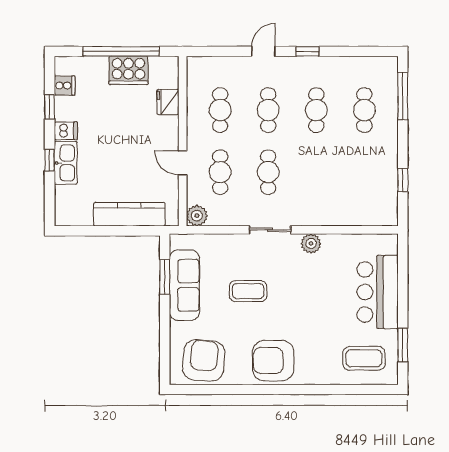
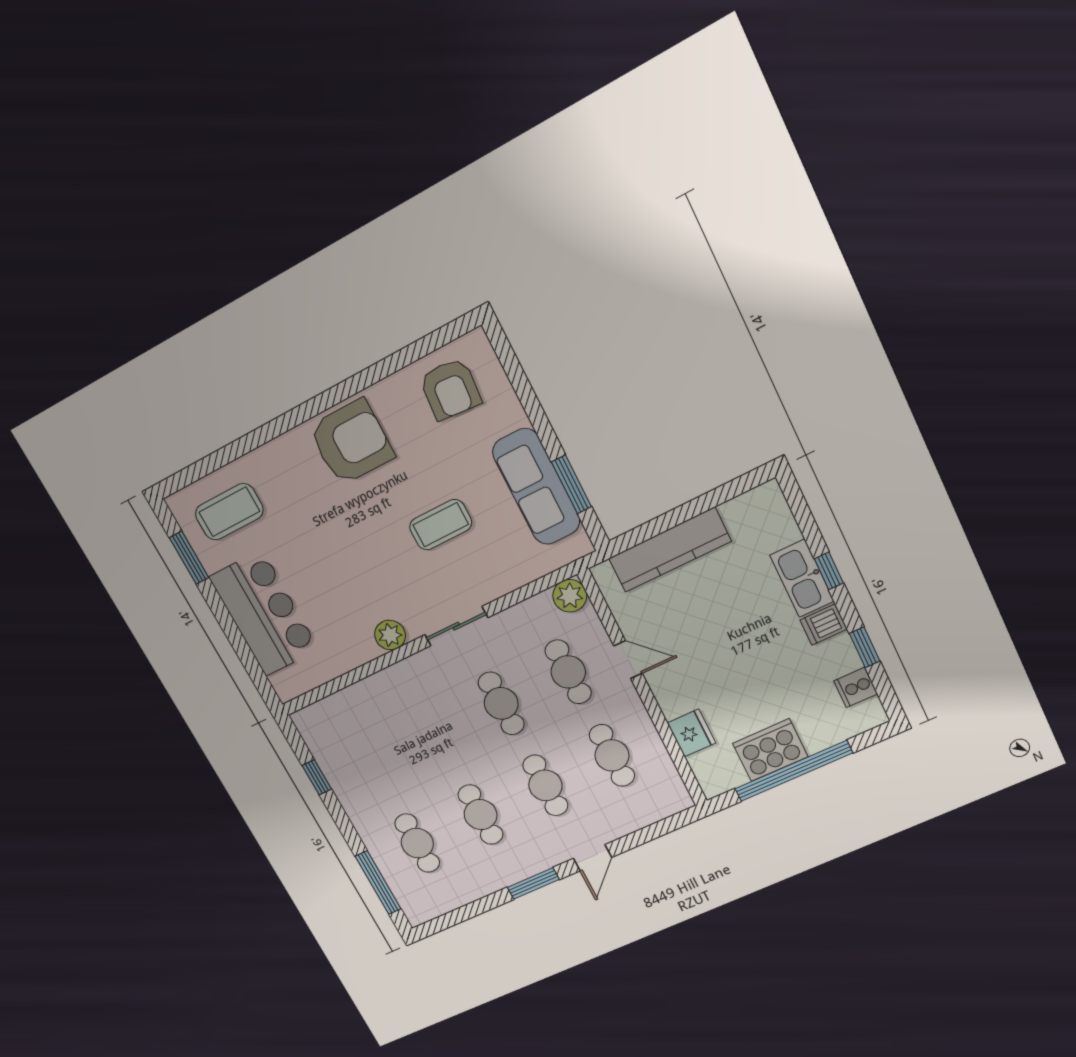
window: (307, 51) -> (533, 883), width x1.50
armchair: (204, 360) -> (450, 389), width x0.73, depth x0.73

